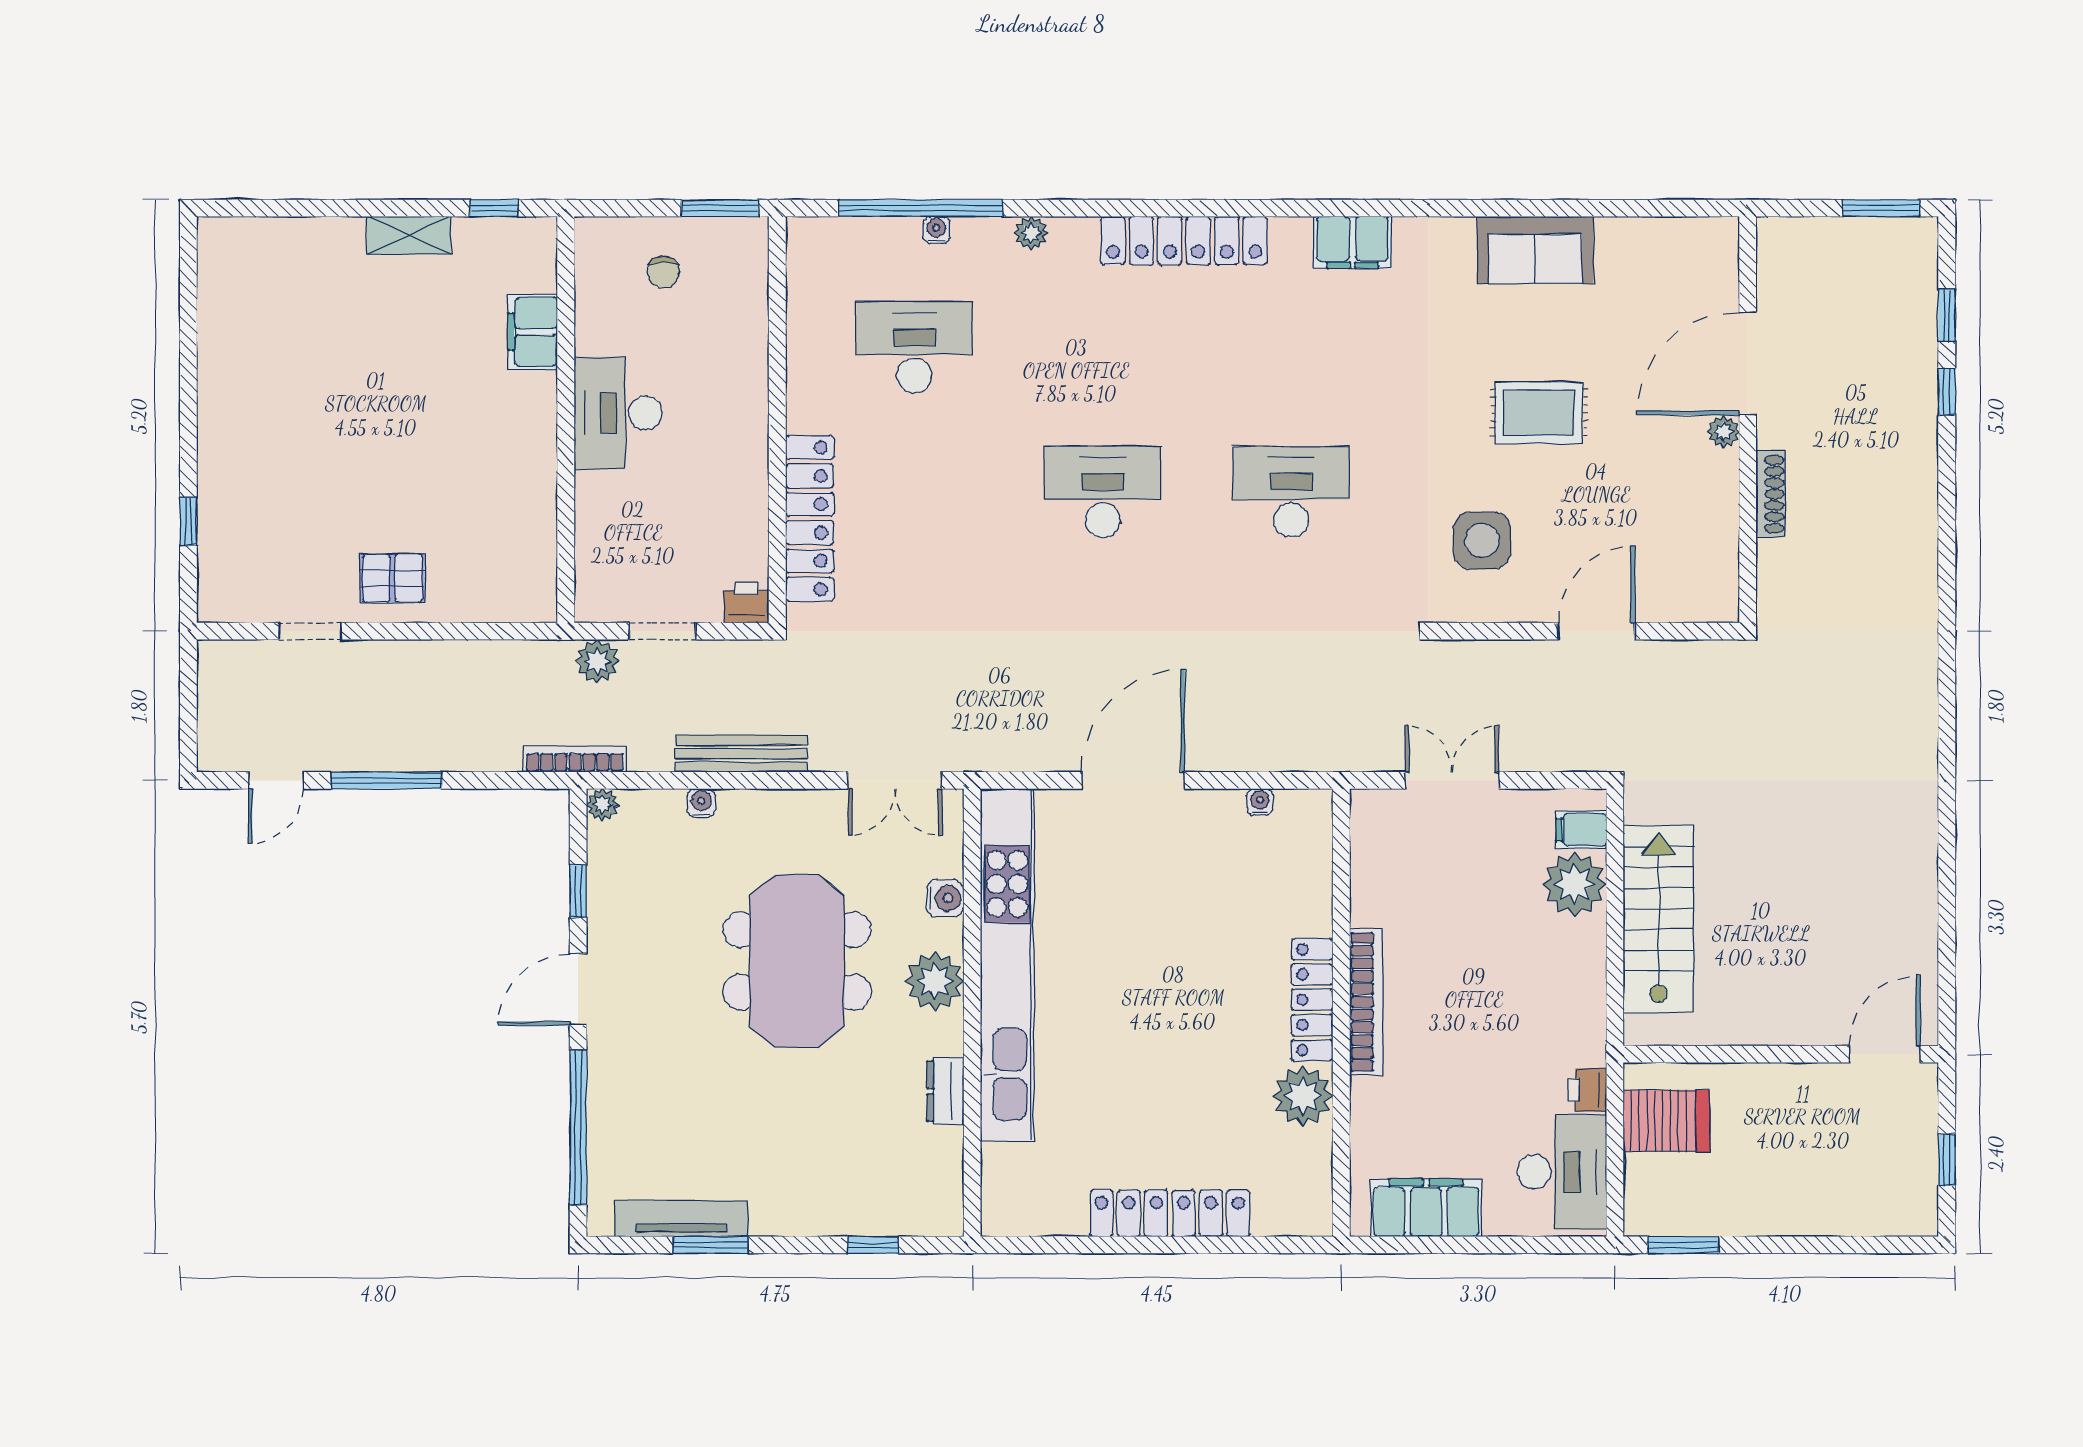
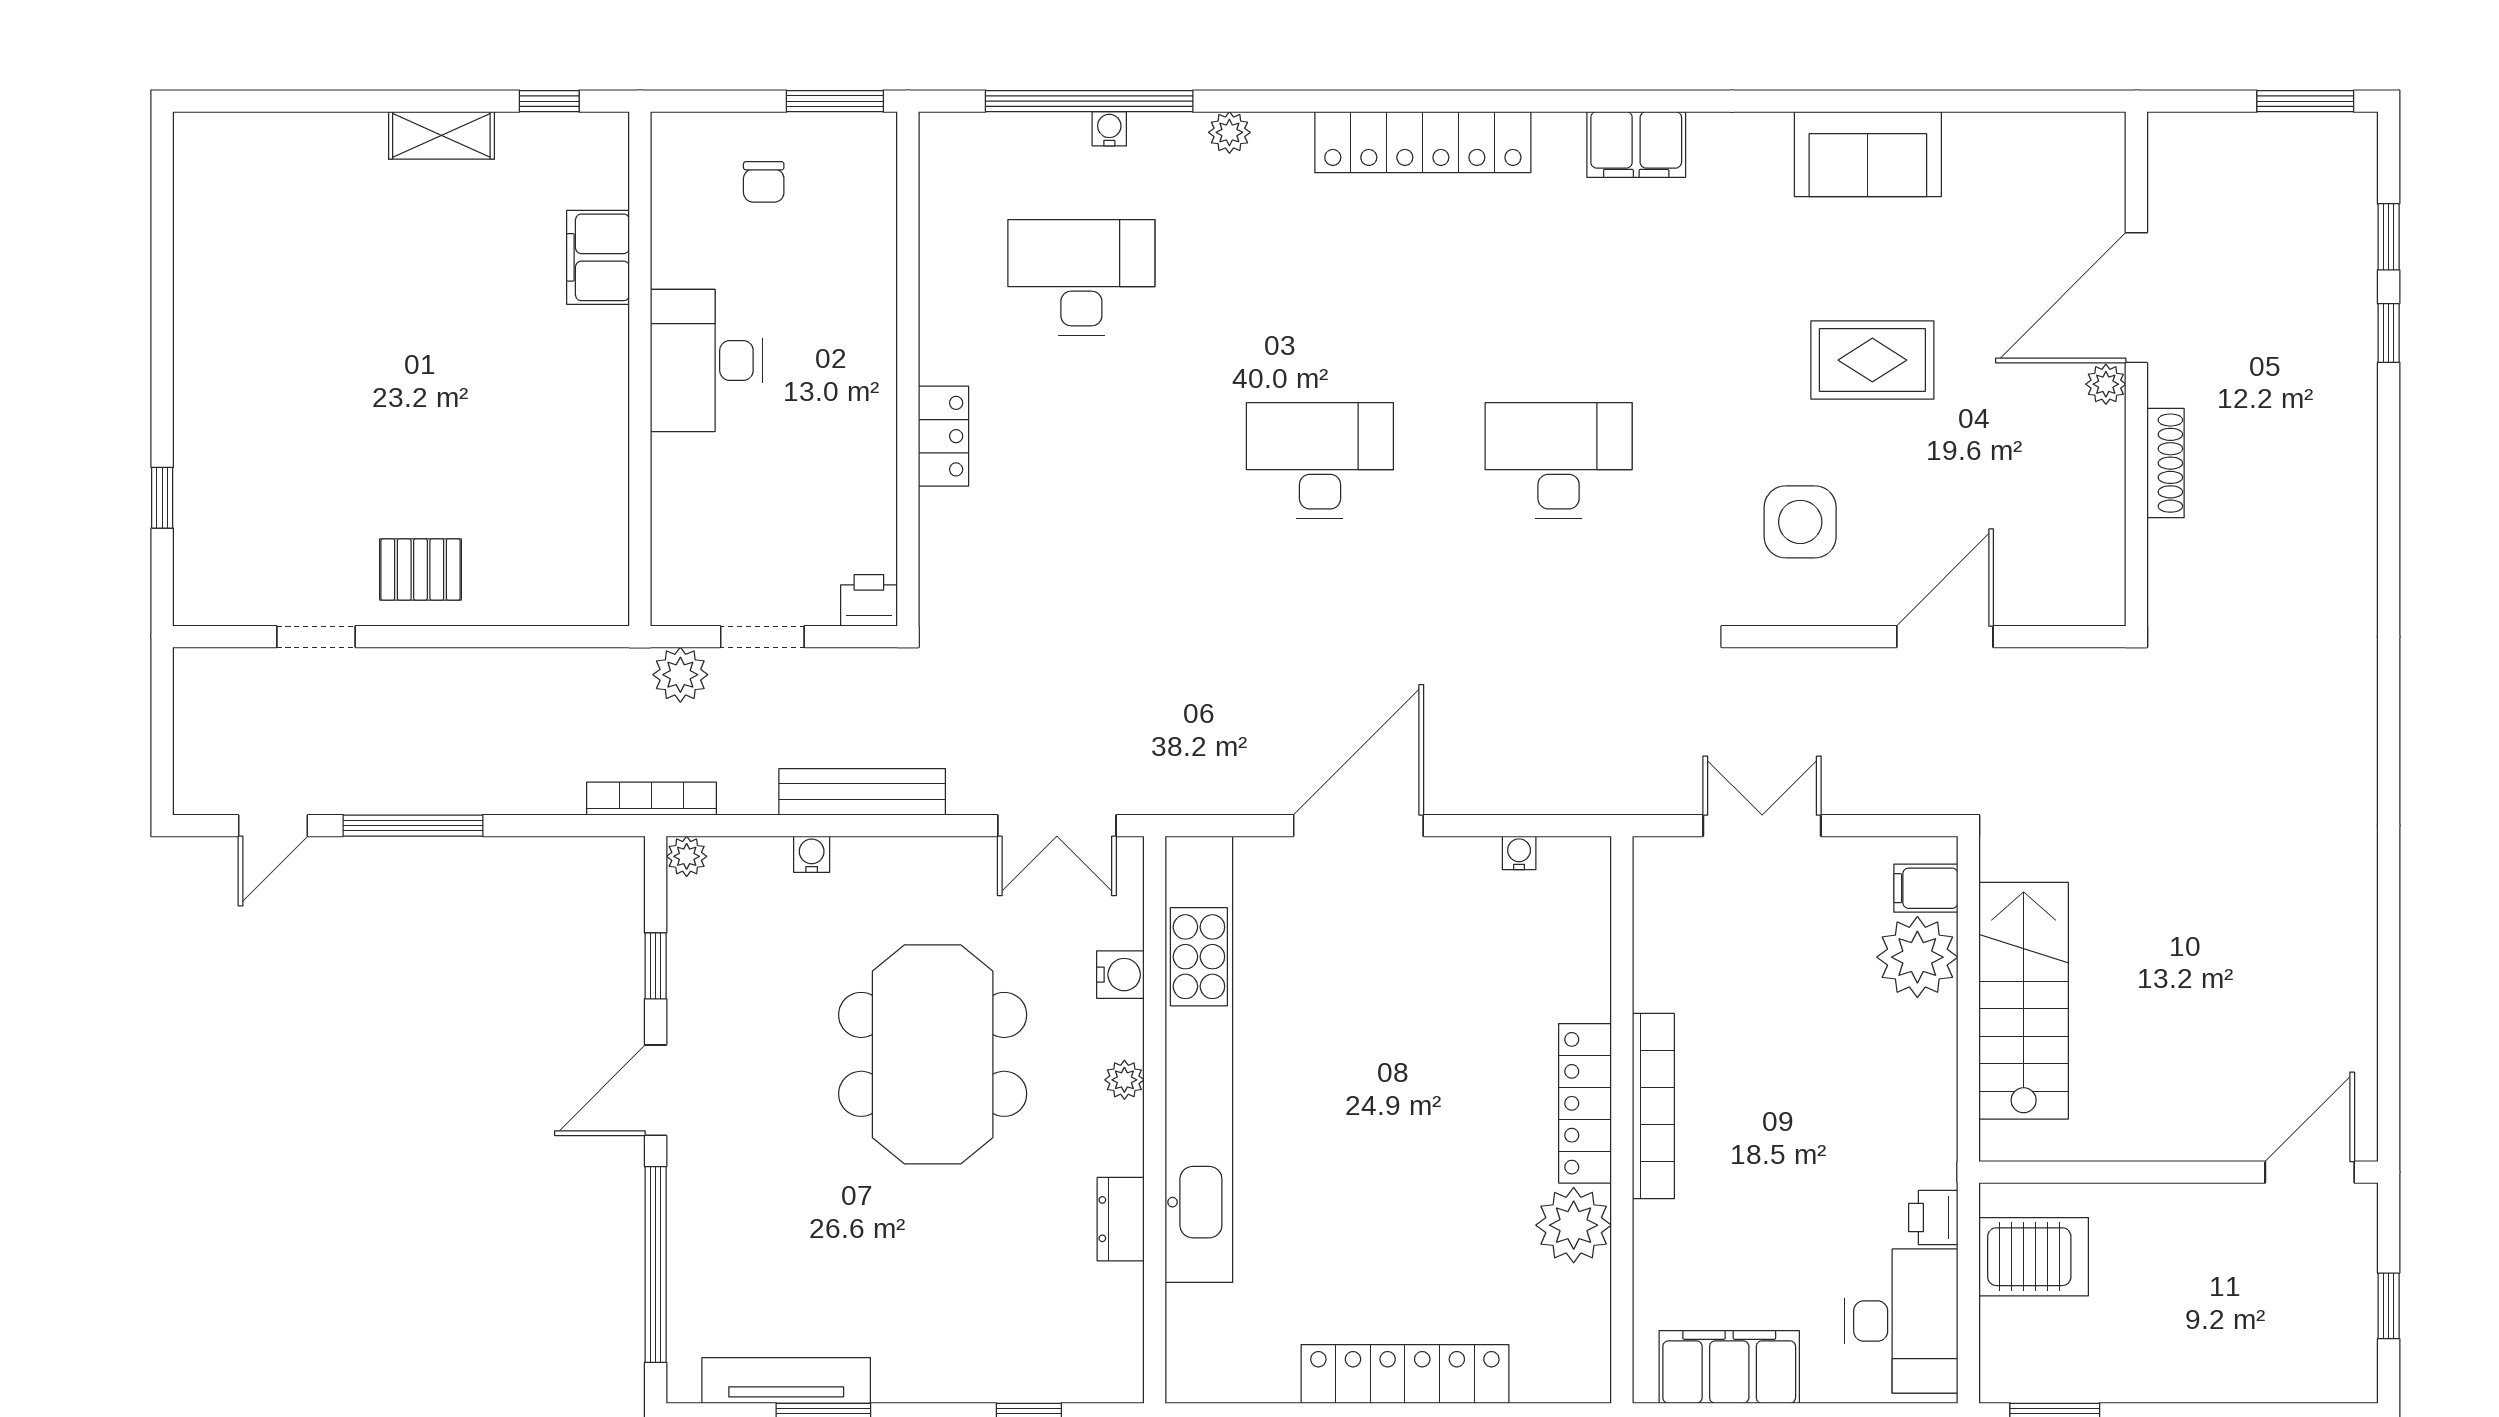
locker: (810, 518) -> (943, 436), width x0.46, depth x0.83
plant: (935, 981) -> (1124, 1080), width x0.53, depth x0.53

